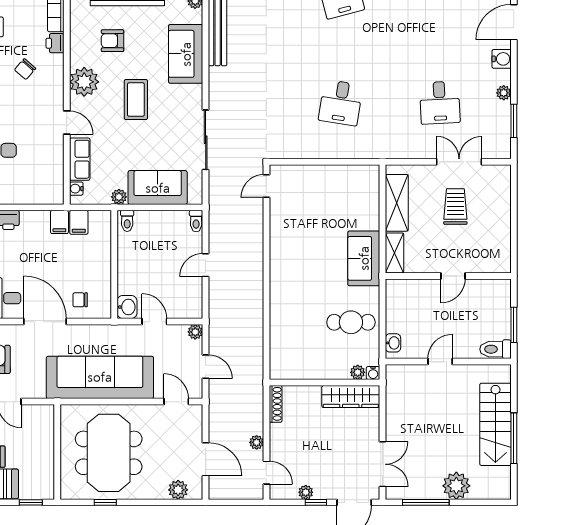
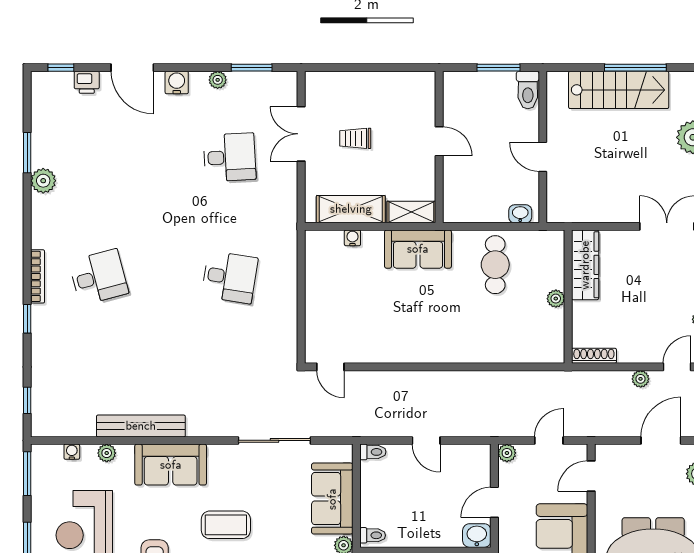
trolley: (455, 207) -> (355, 138), width x0.73, depth x0.72
plant: (358, 372) -> (556, 299), moved
water cooler: (373, 373) -> (352, 238), moved, turned -90

